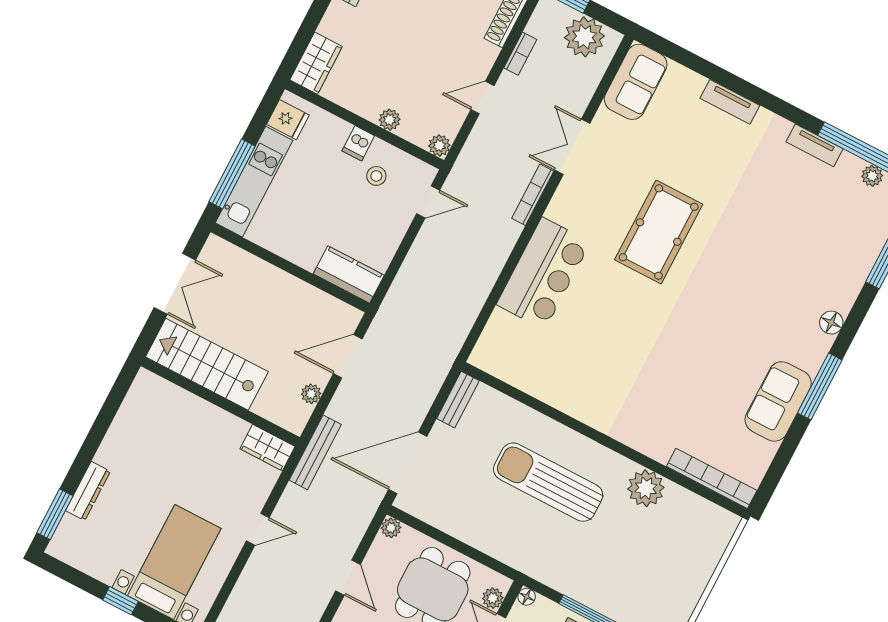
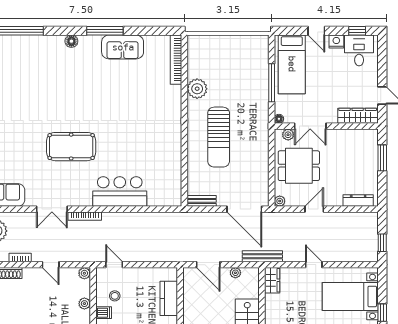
kitchen counter: (349, 274) -> (169, 298), moved

